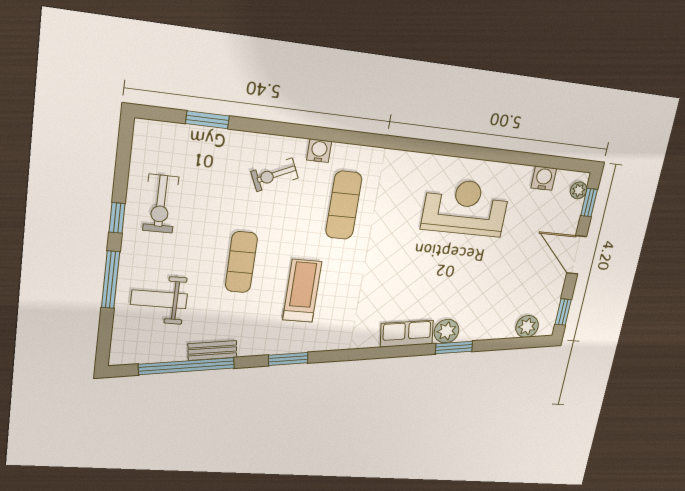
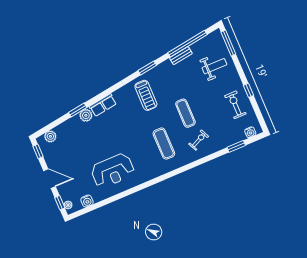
water cooler: (319, 151) -> (250, 132), moved
exercise mat: (241, 262) -> (185, 113), moved
window: (111, 280) -> (228, 43), moved
treadmill: (302, 291) -> (146, 95), moved

